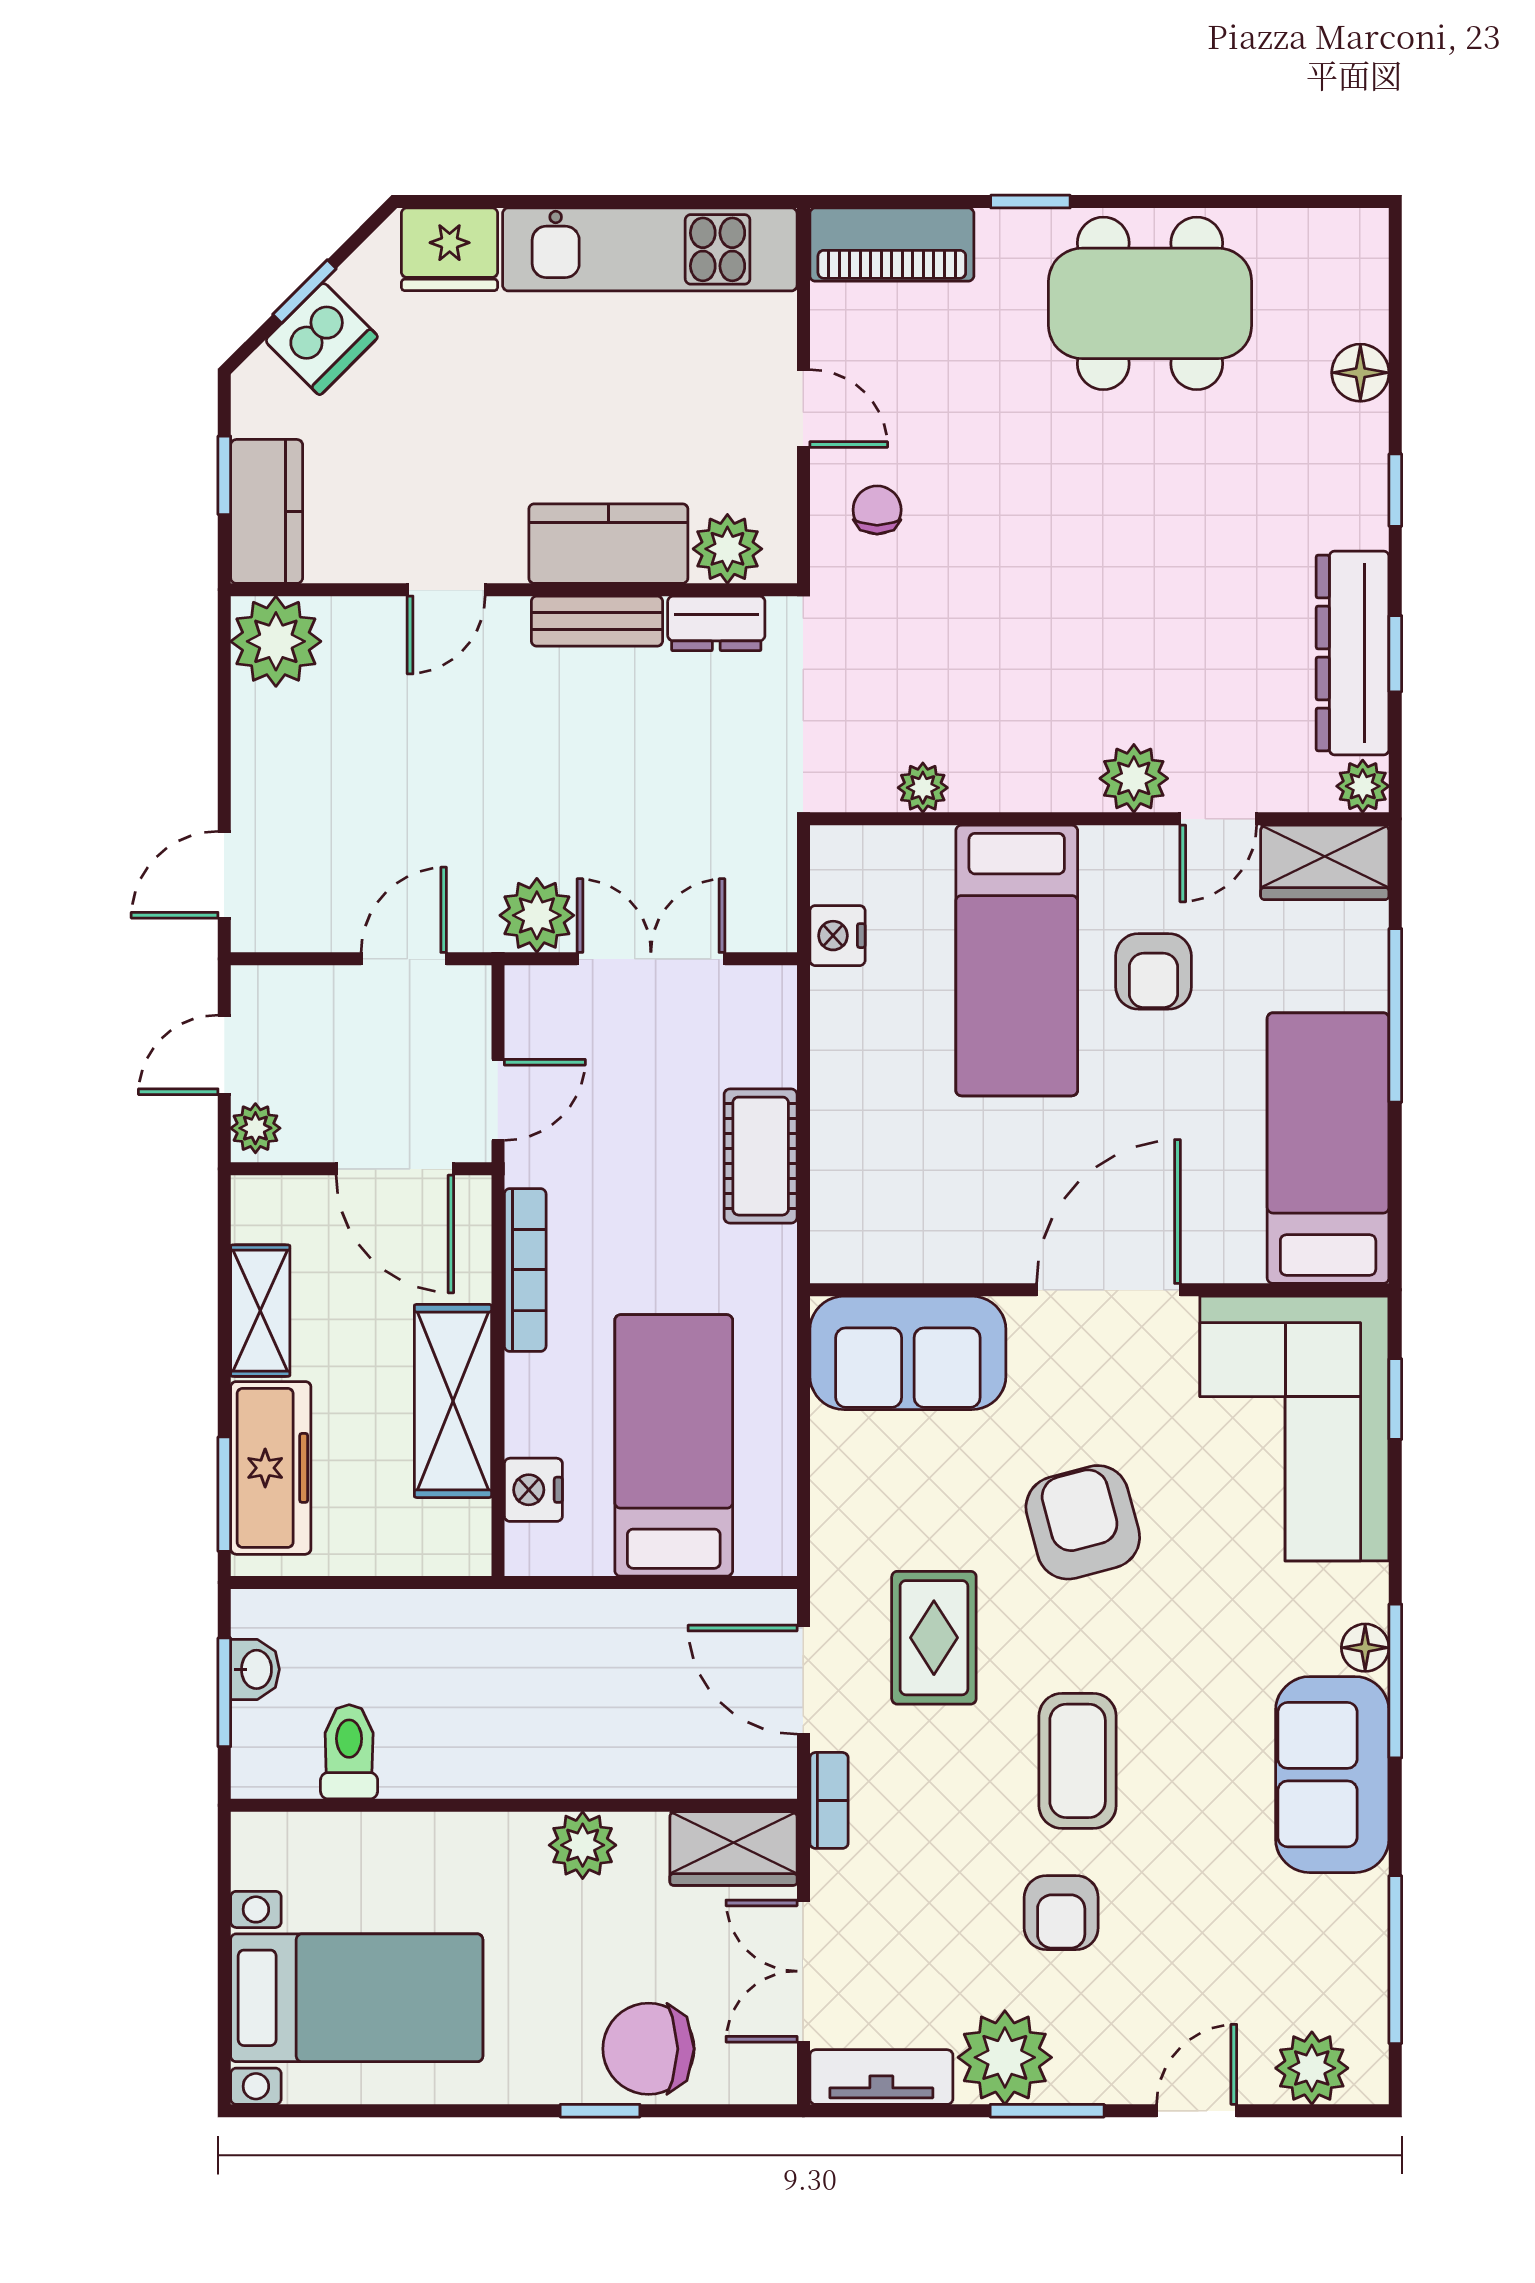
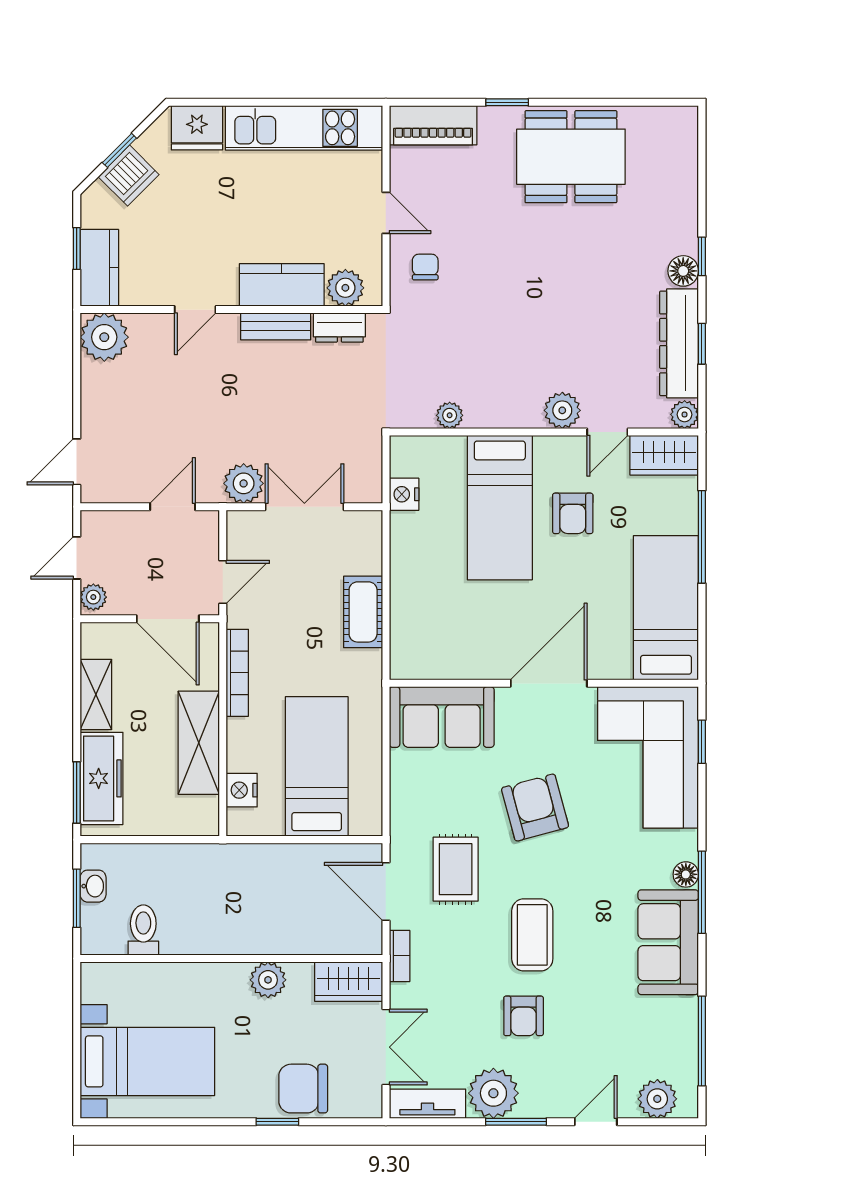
floor lamp: (1360, 373) -> (683, 271), moved
double door: (803, 1971) -> (386, 1047), swing flipped

